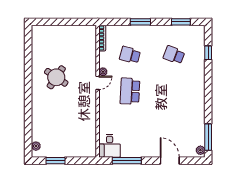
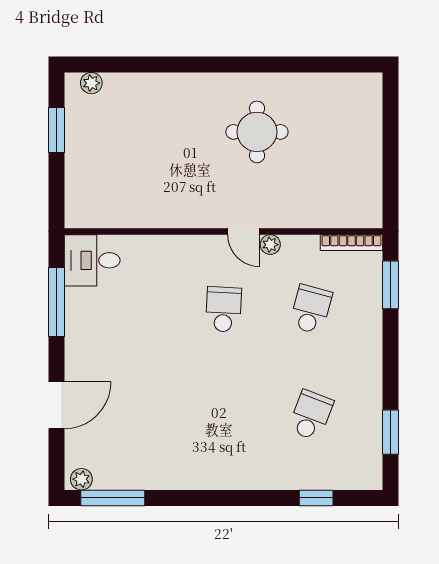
window: (140, 22) -> (391, 285), moved
round table: (56, 77) -> (257, 132), turned -34
school desk: (130, 91) -> (224, 309), width x0.54

